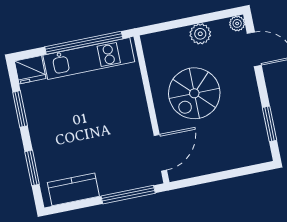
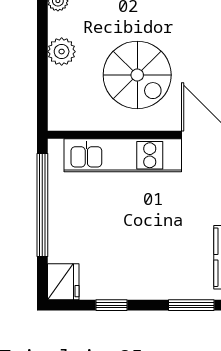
kitchen unit: (89, 59) -> (123, 155), moved, turned 90
window: (20, 109) -> (111, 305), width x0.67

